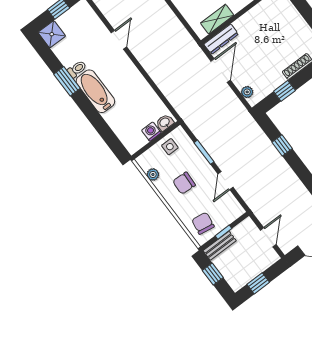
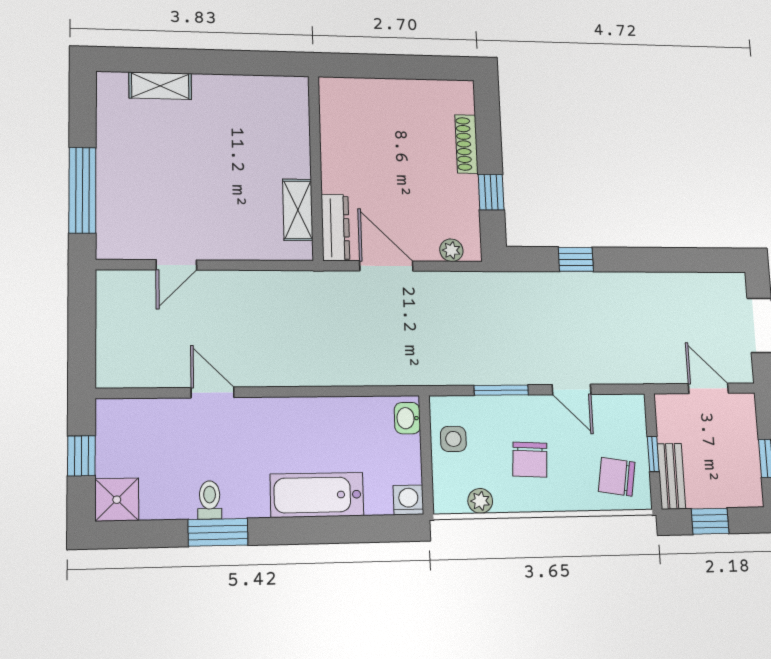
bathtub: (95, 91) -> (317, 495), moved
washing machine: (151, 132) -> (408, 500), moved, turned 90

